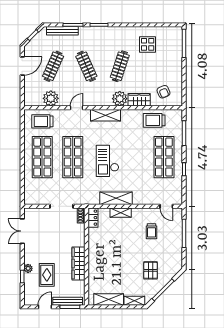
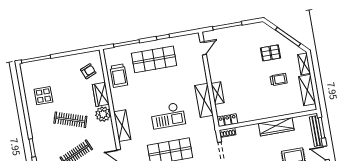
trolley: (151, 231) -> (279, 79), moved

